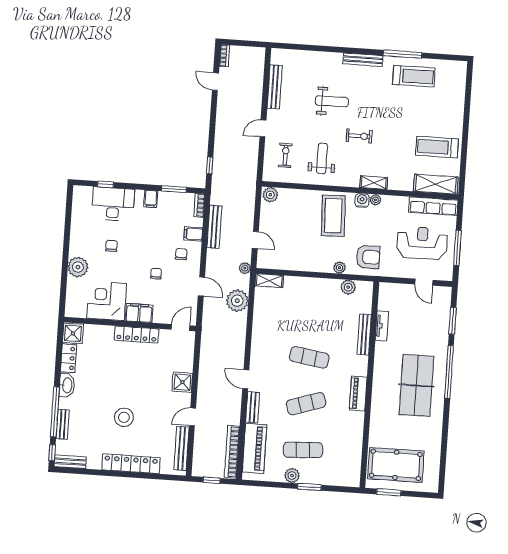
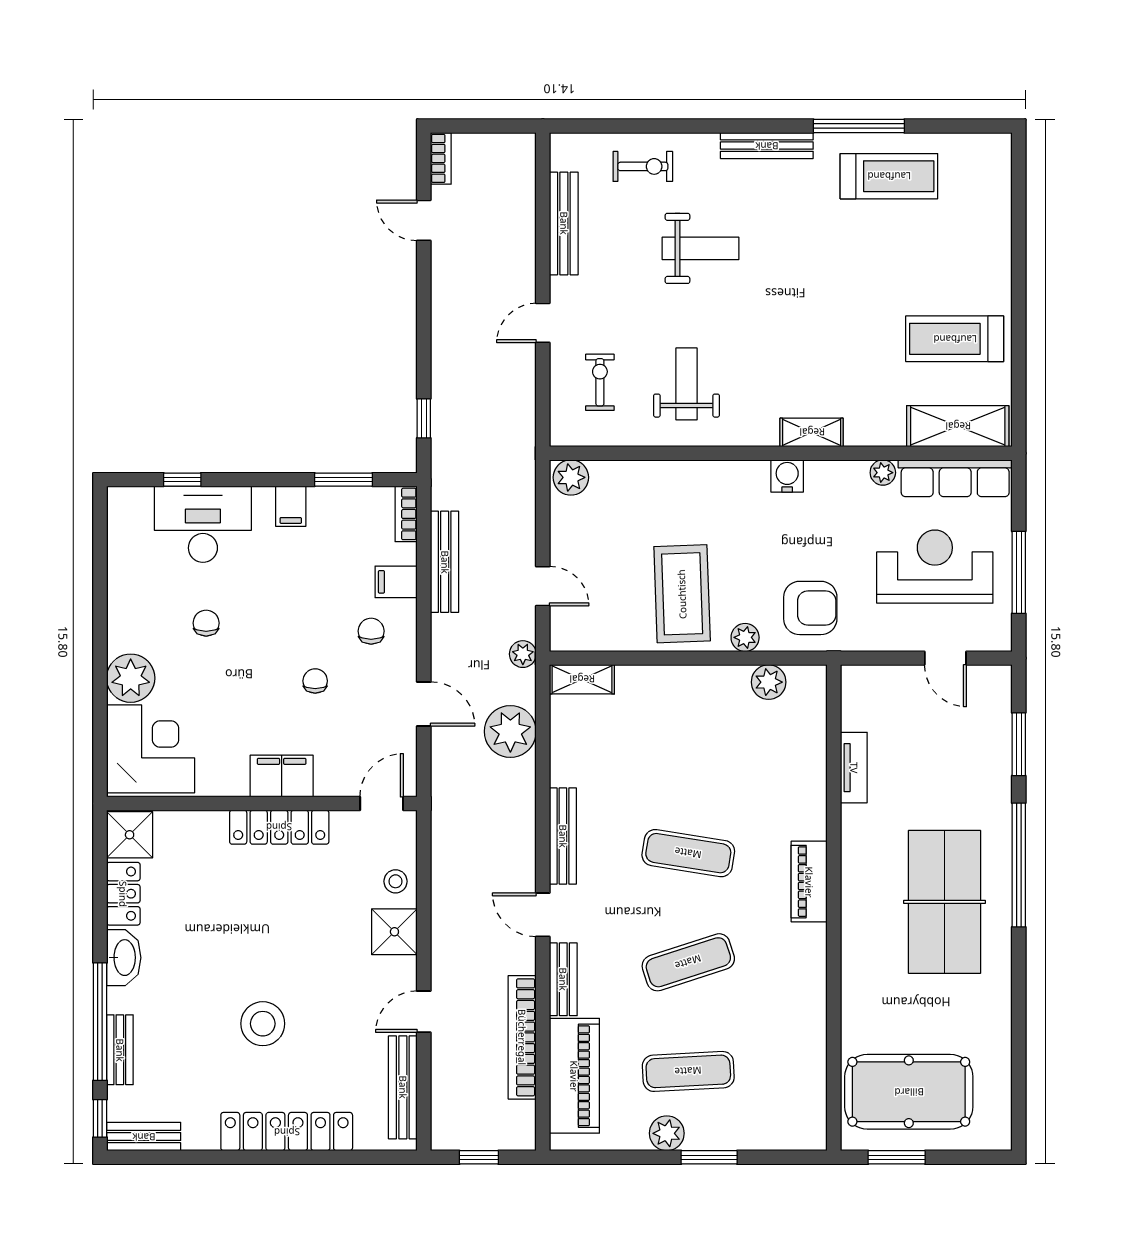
exercise bike: (359, 136) -> (643, 166), moved
plant: (376, 200) -> (883, 473), moved
coffee table: (333, 216) -> (682, 594), moved
corner desk: (107, 301) -> (151, 749), moved, turned 90
bench: (364, 334) -> (563, 836), moved
stool: (184, 361) -> (396, 881), added
piano: (358, 394) -> (809, 882), moved
bookcase: (232, 452) -> (522, 1037), moved

